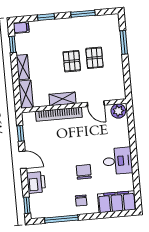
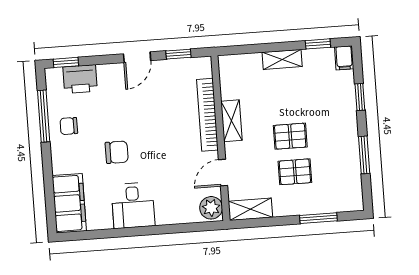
shelving: (26, 94) -> (250, 209), moved
printer: (36, 182) -> (80, 79), moved
chair: (81, 201) -> (69, 126), moved

